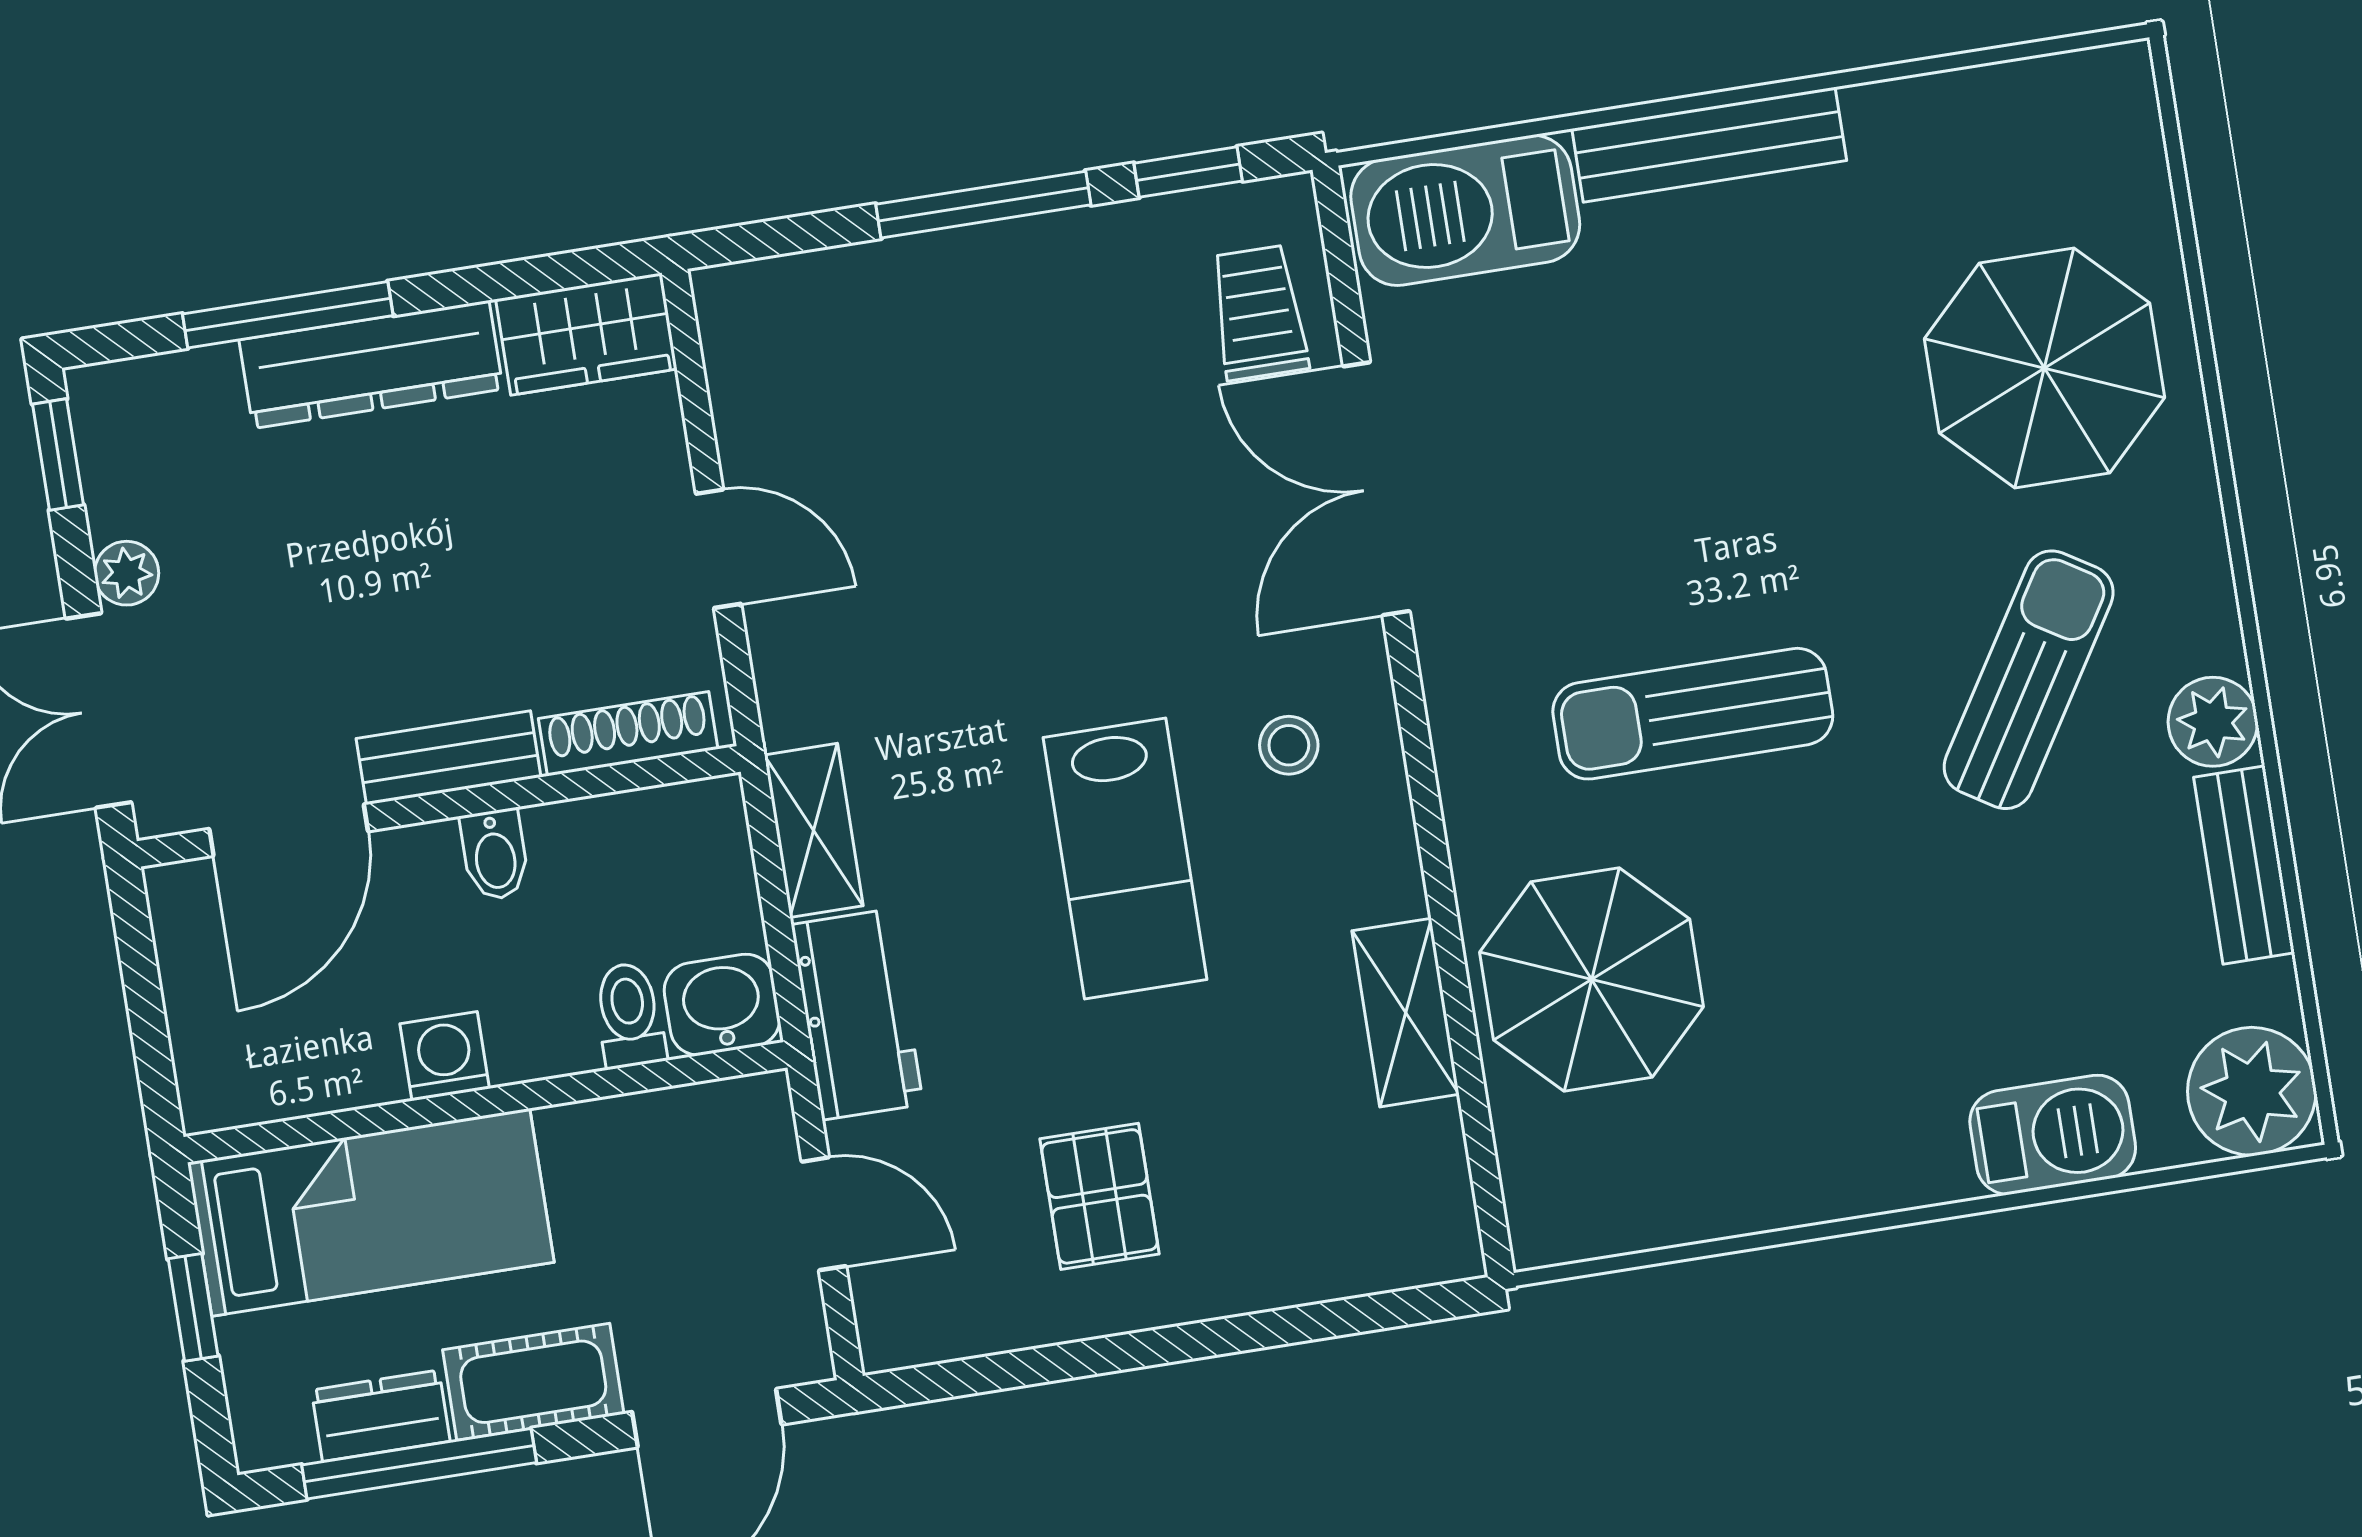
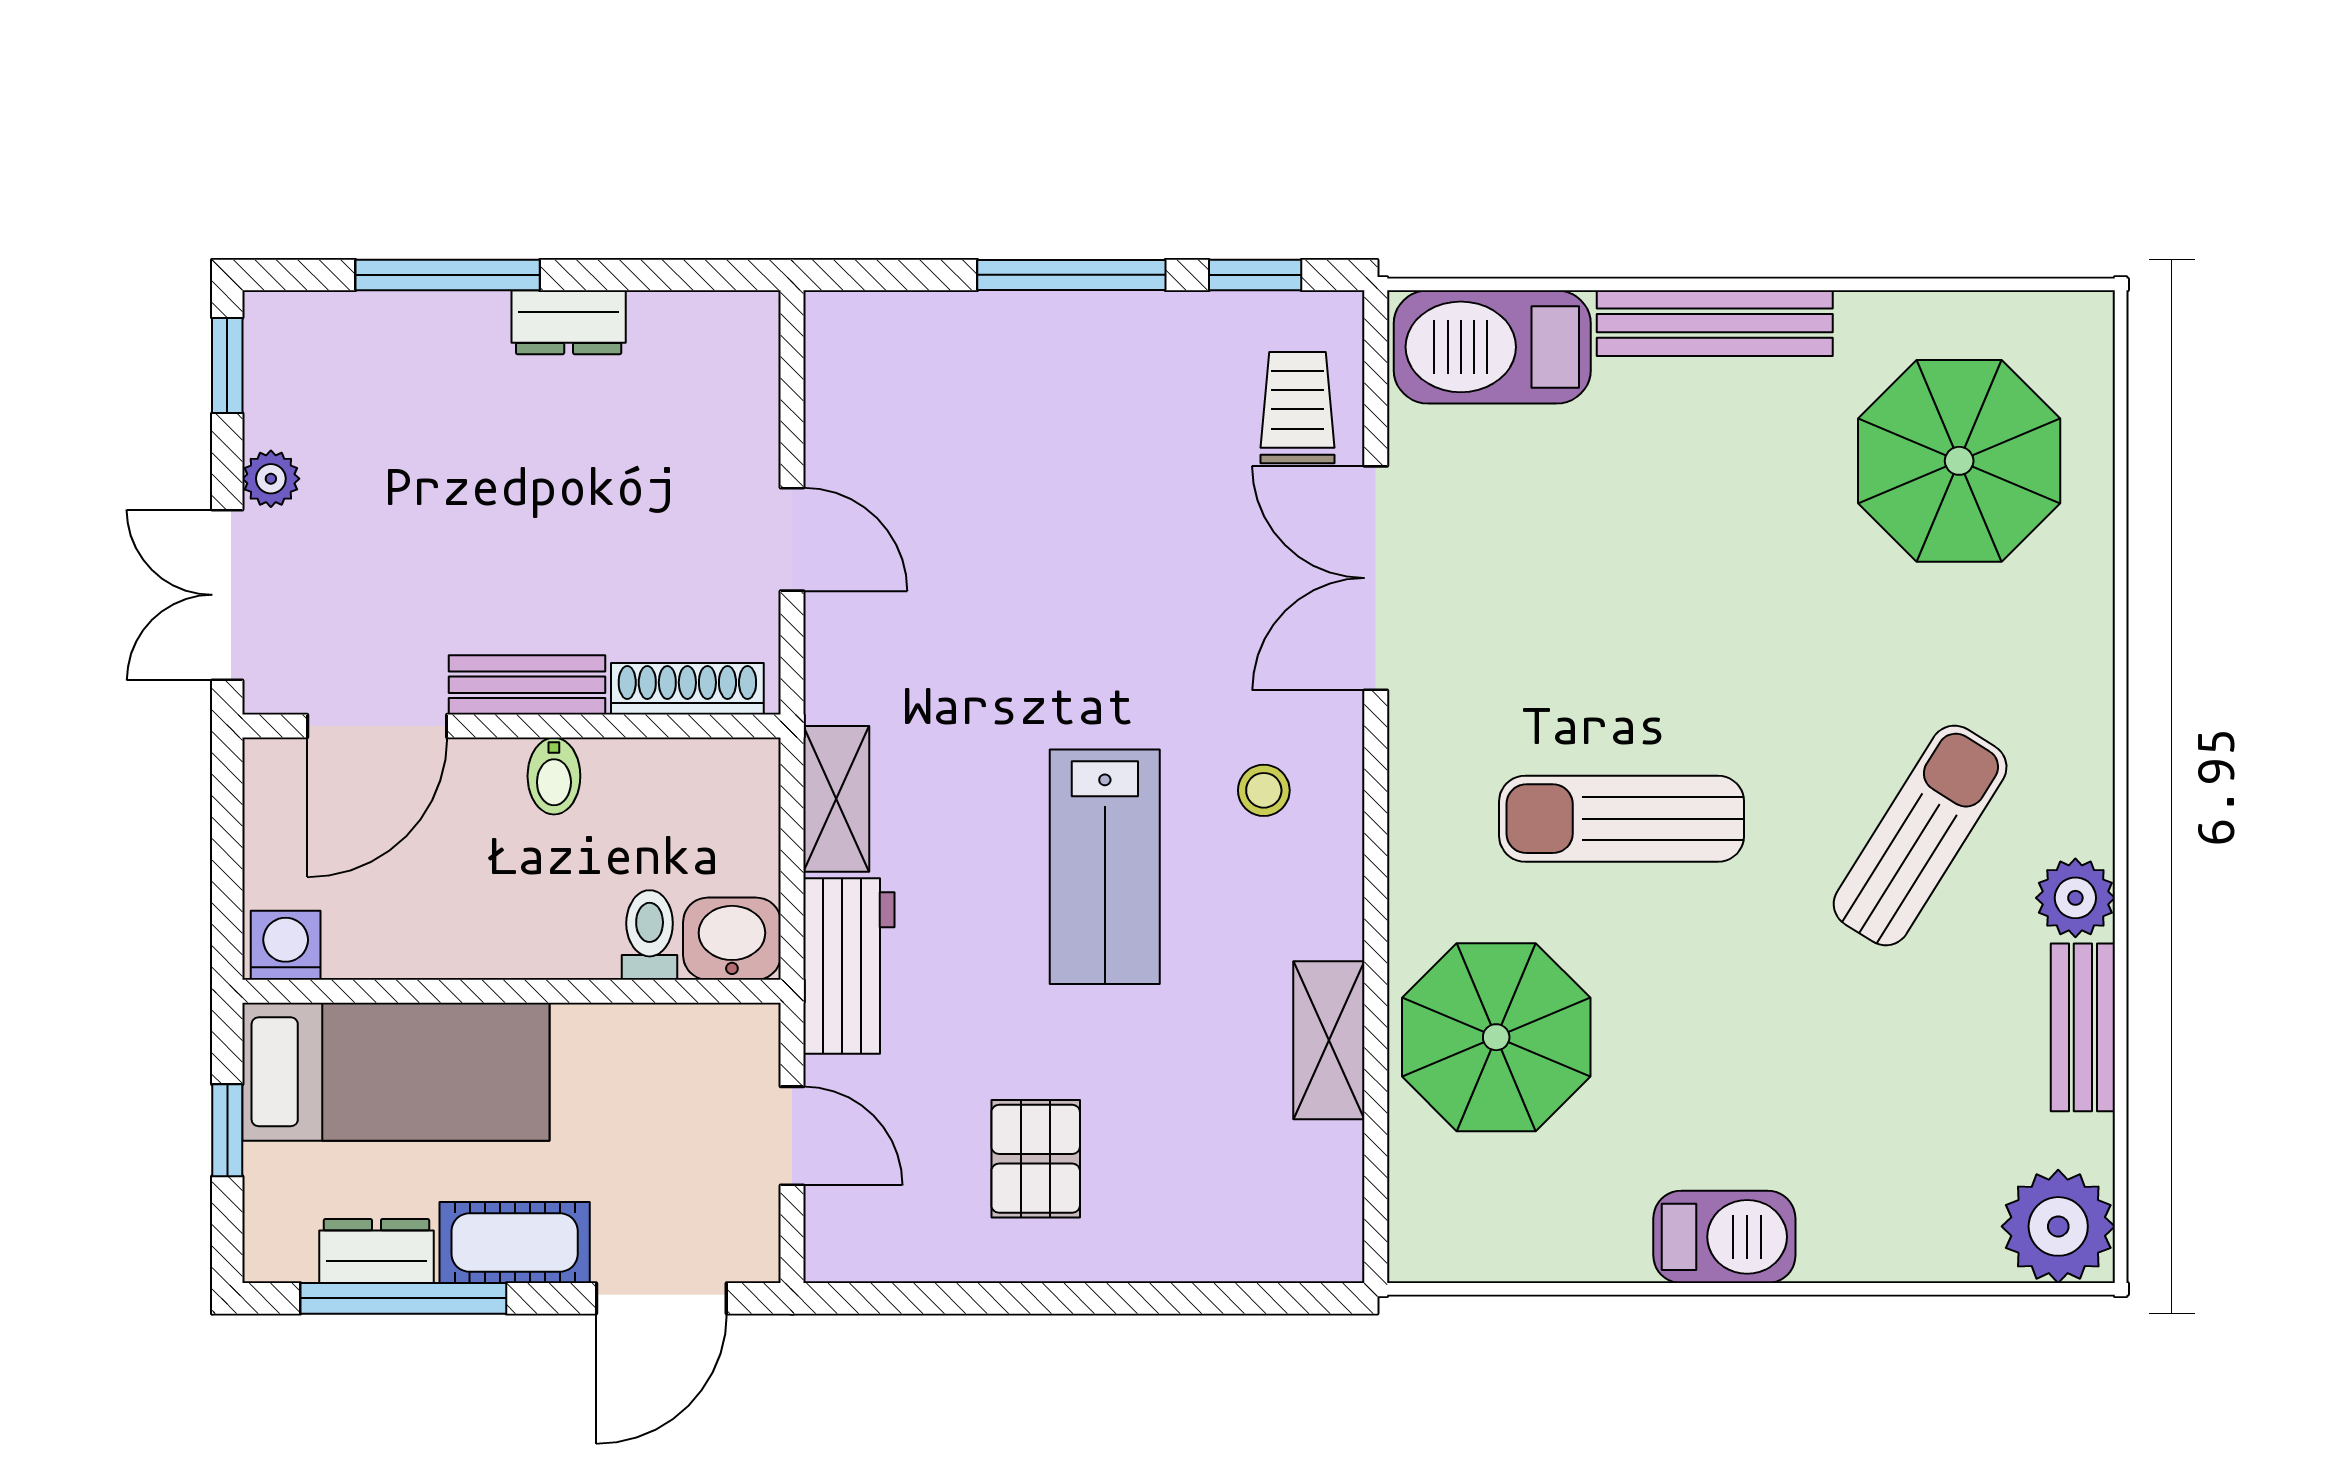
wardrobe: (586, 334) -> (706, 333), removed
dresser: (371, 365) -> (569, 322), width x0.51, depth x0.80
parasol: (2044, 368) -> (1959, 461), moved
washing machine: (445, 1056) -> (286, 945), moved
barbecue: (2053, 1135) -> (1724, 1237), moved

